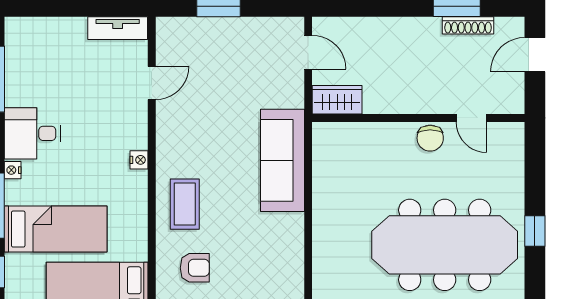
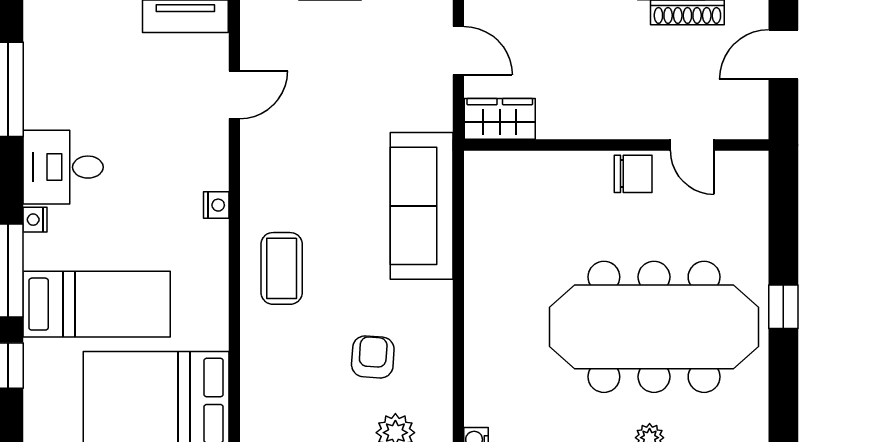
chair: (430, 138) -> (633, 174), turned -90
armchair: (195, 268) -> (373, 357), moved, turned -86

